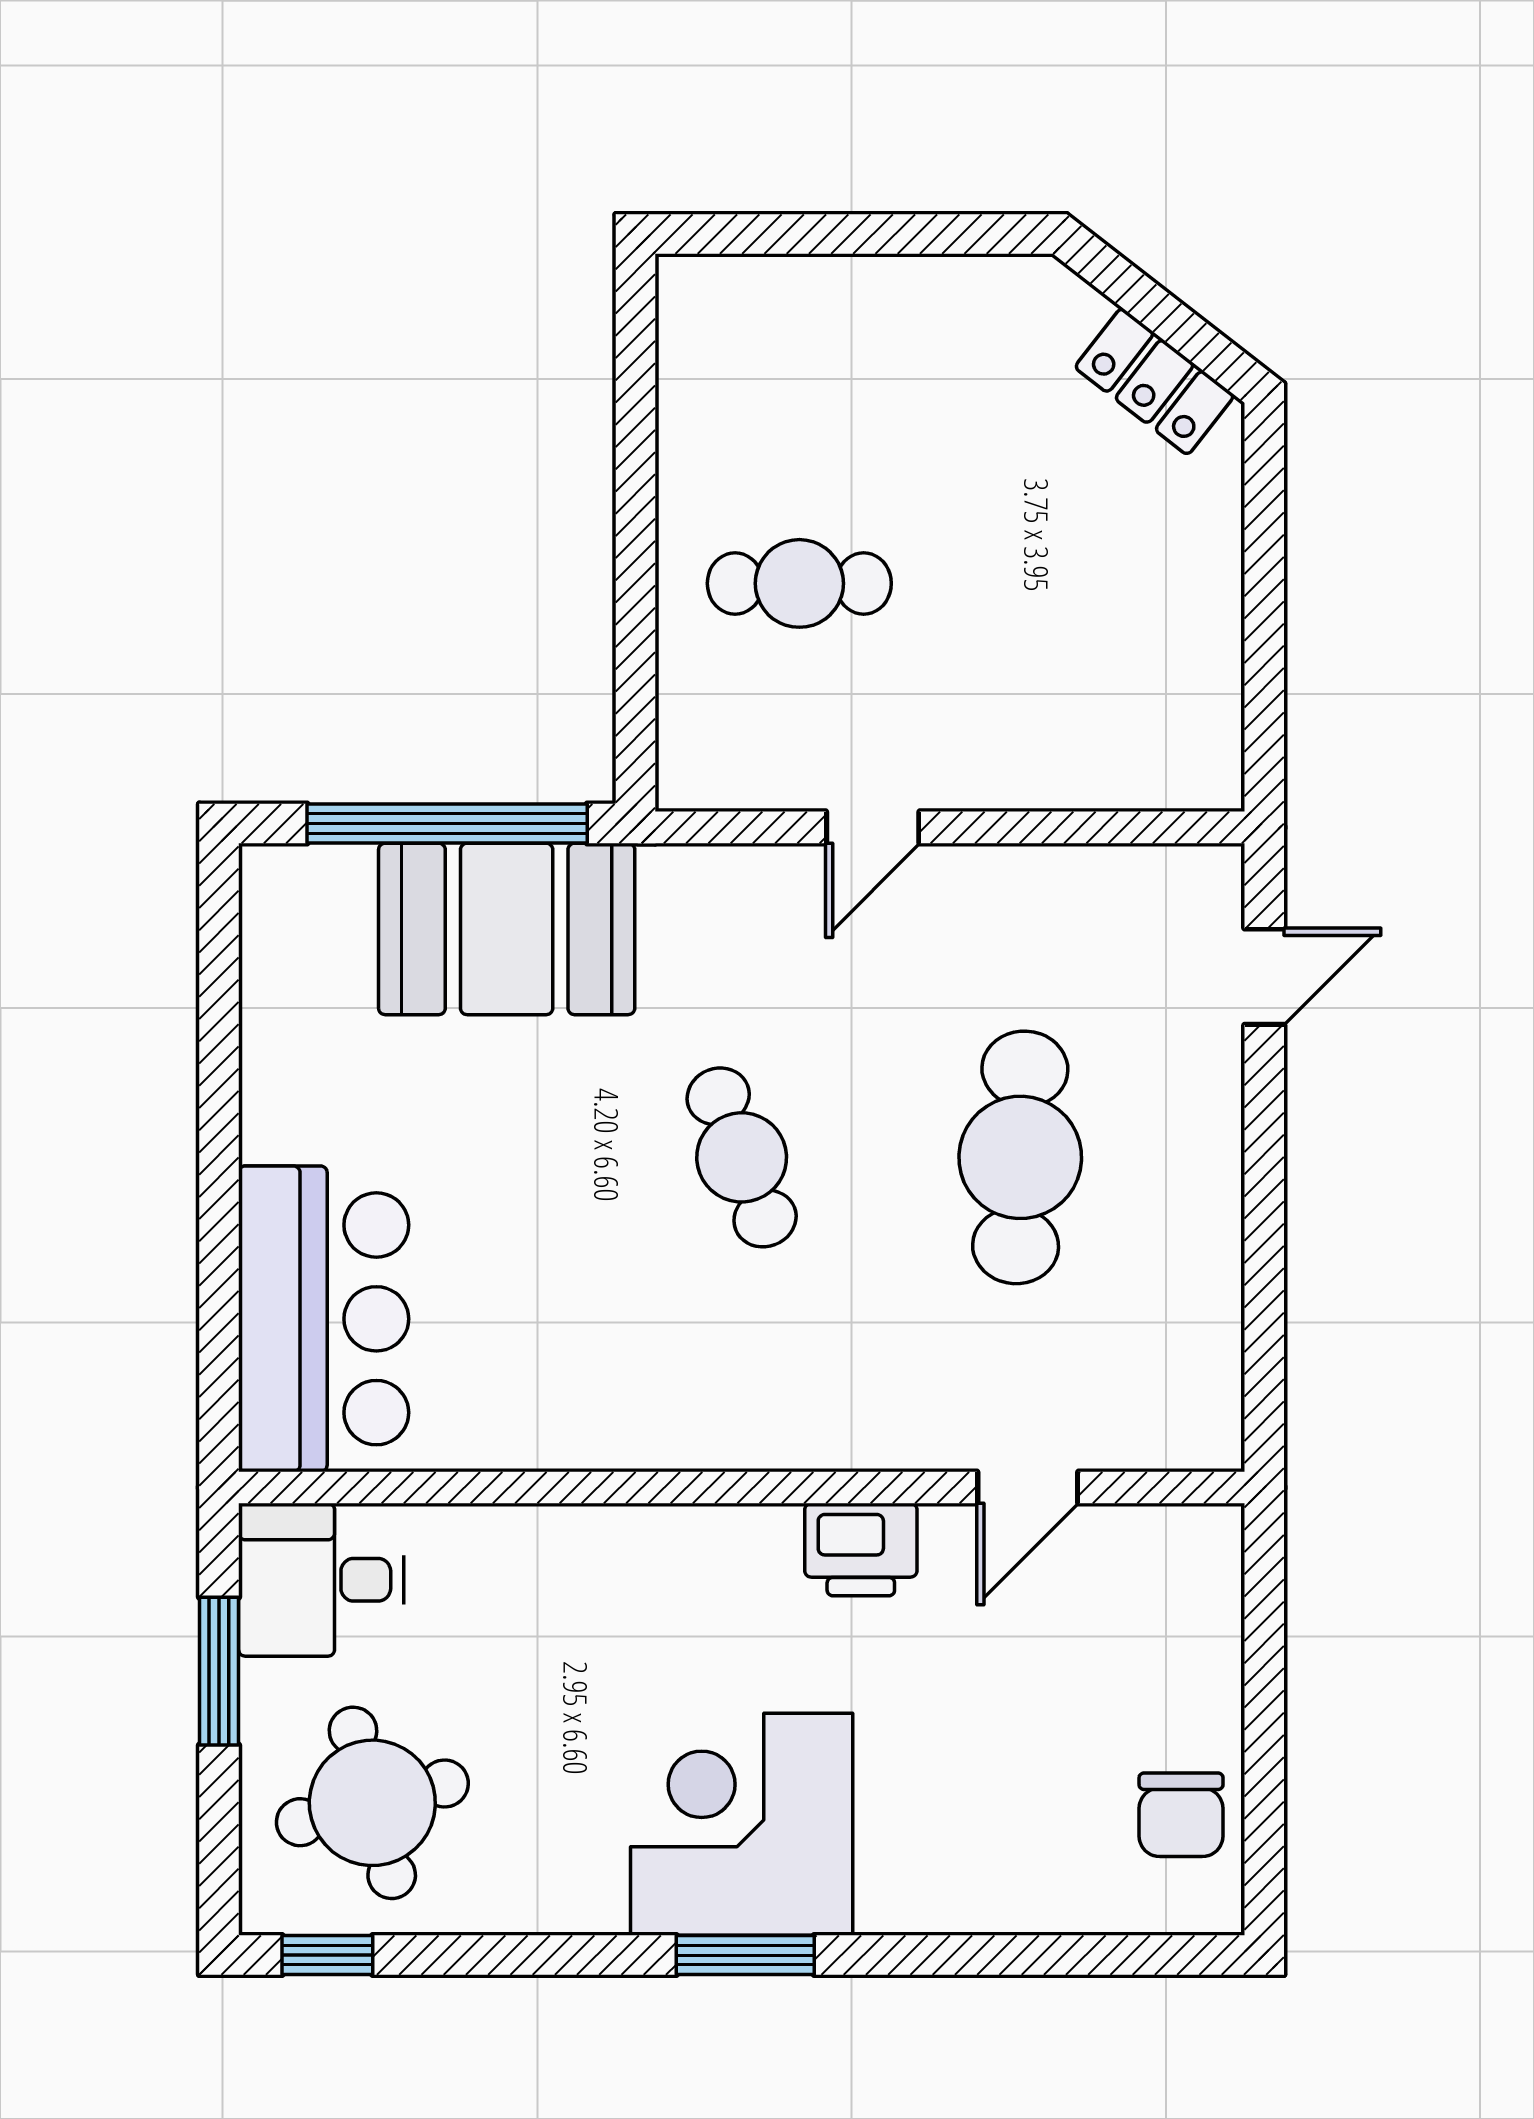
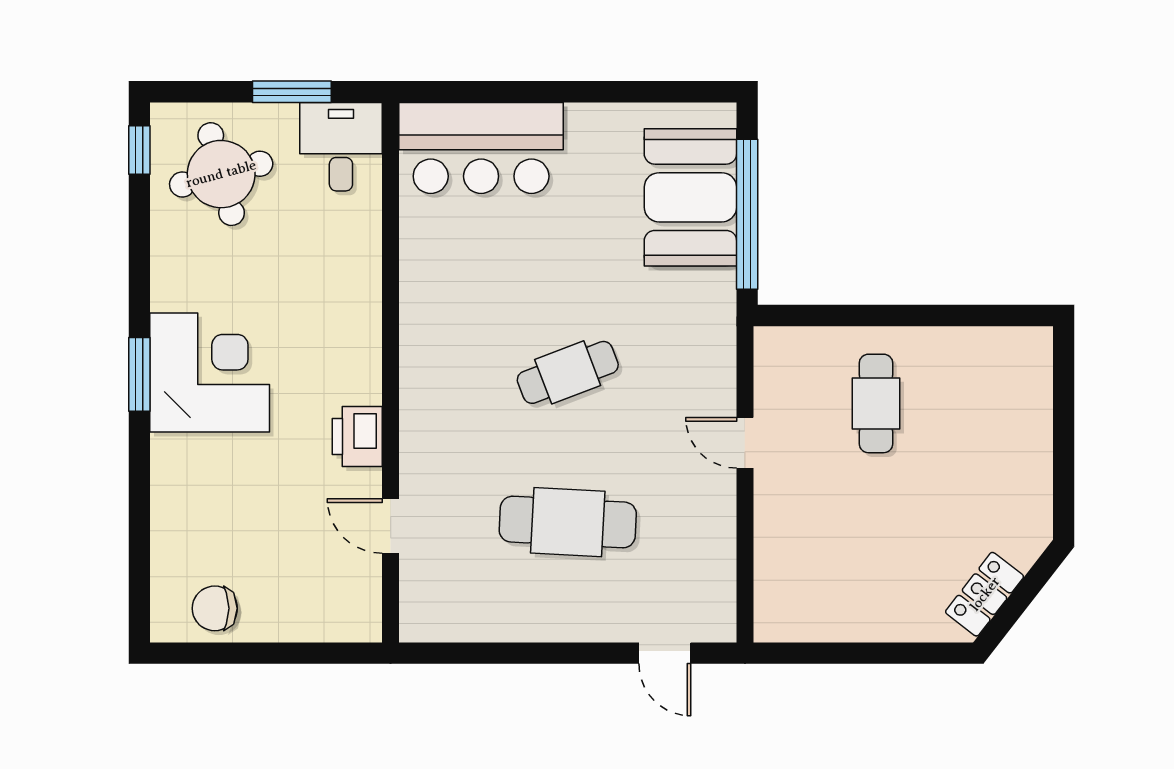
booth: (507, 929) -> (690, 197), moved

